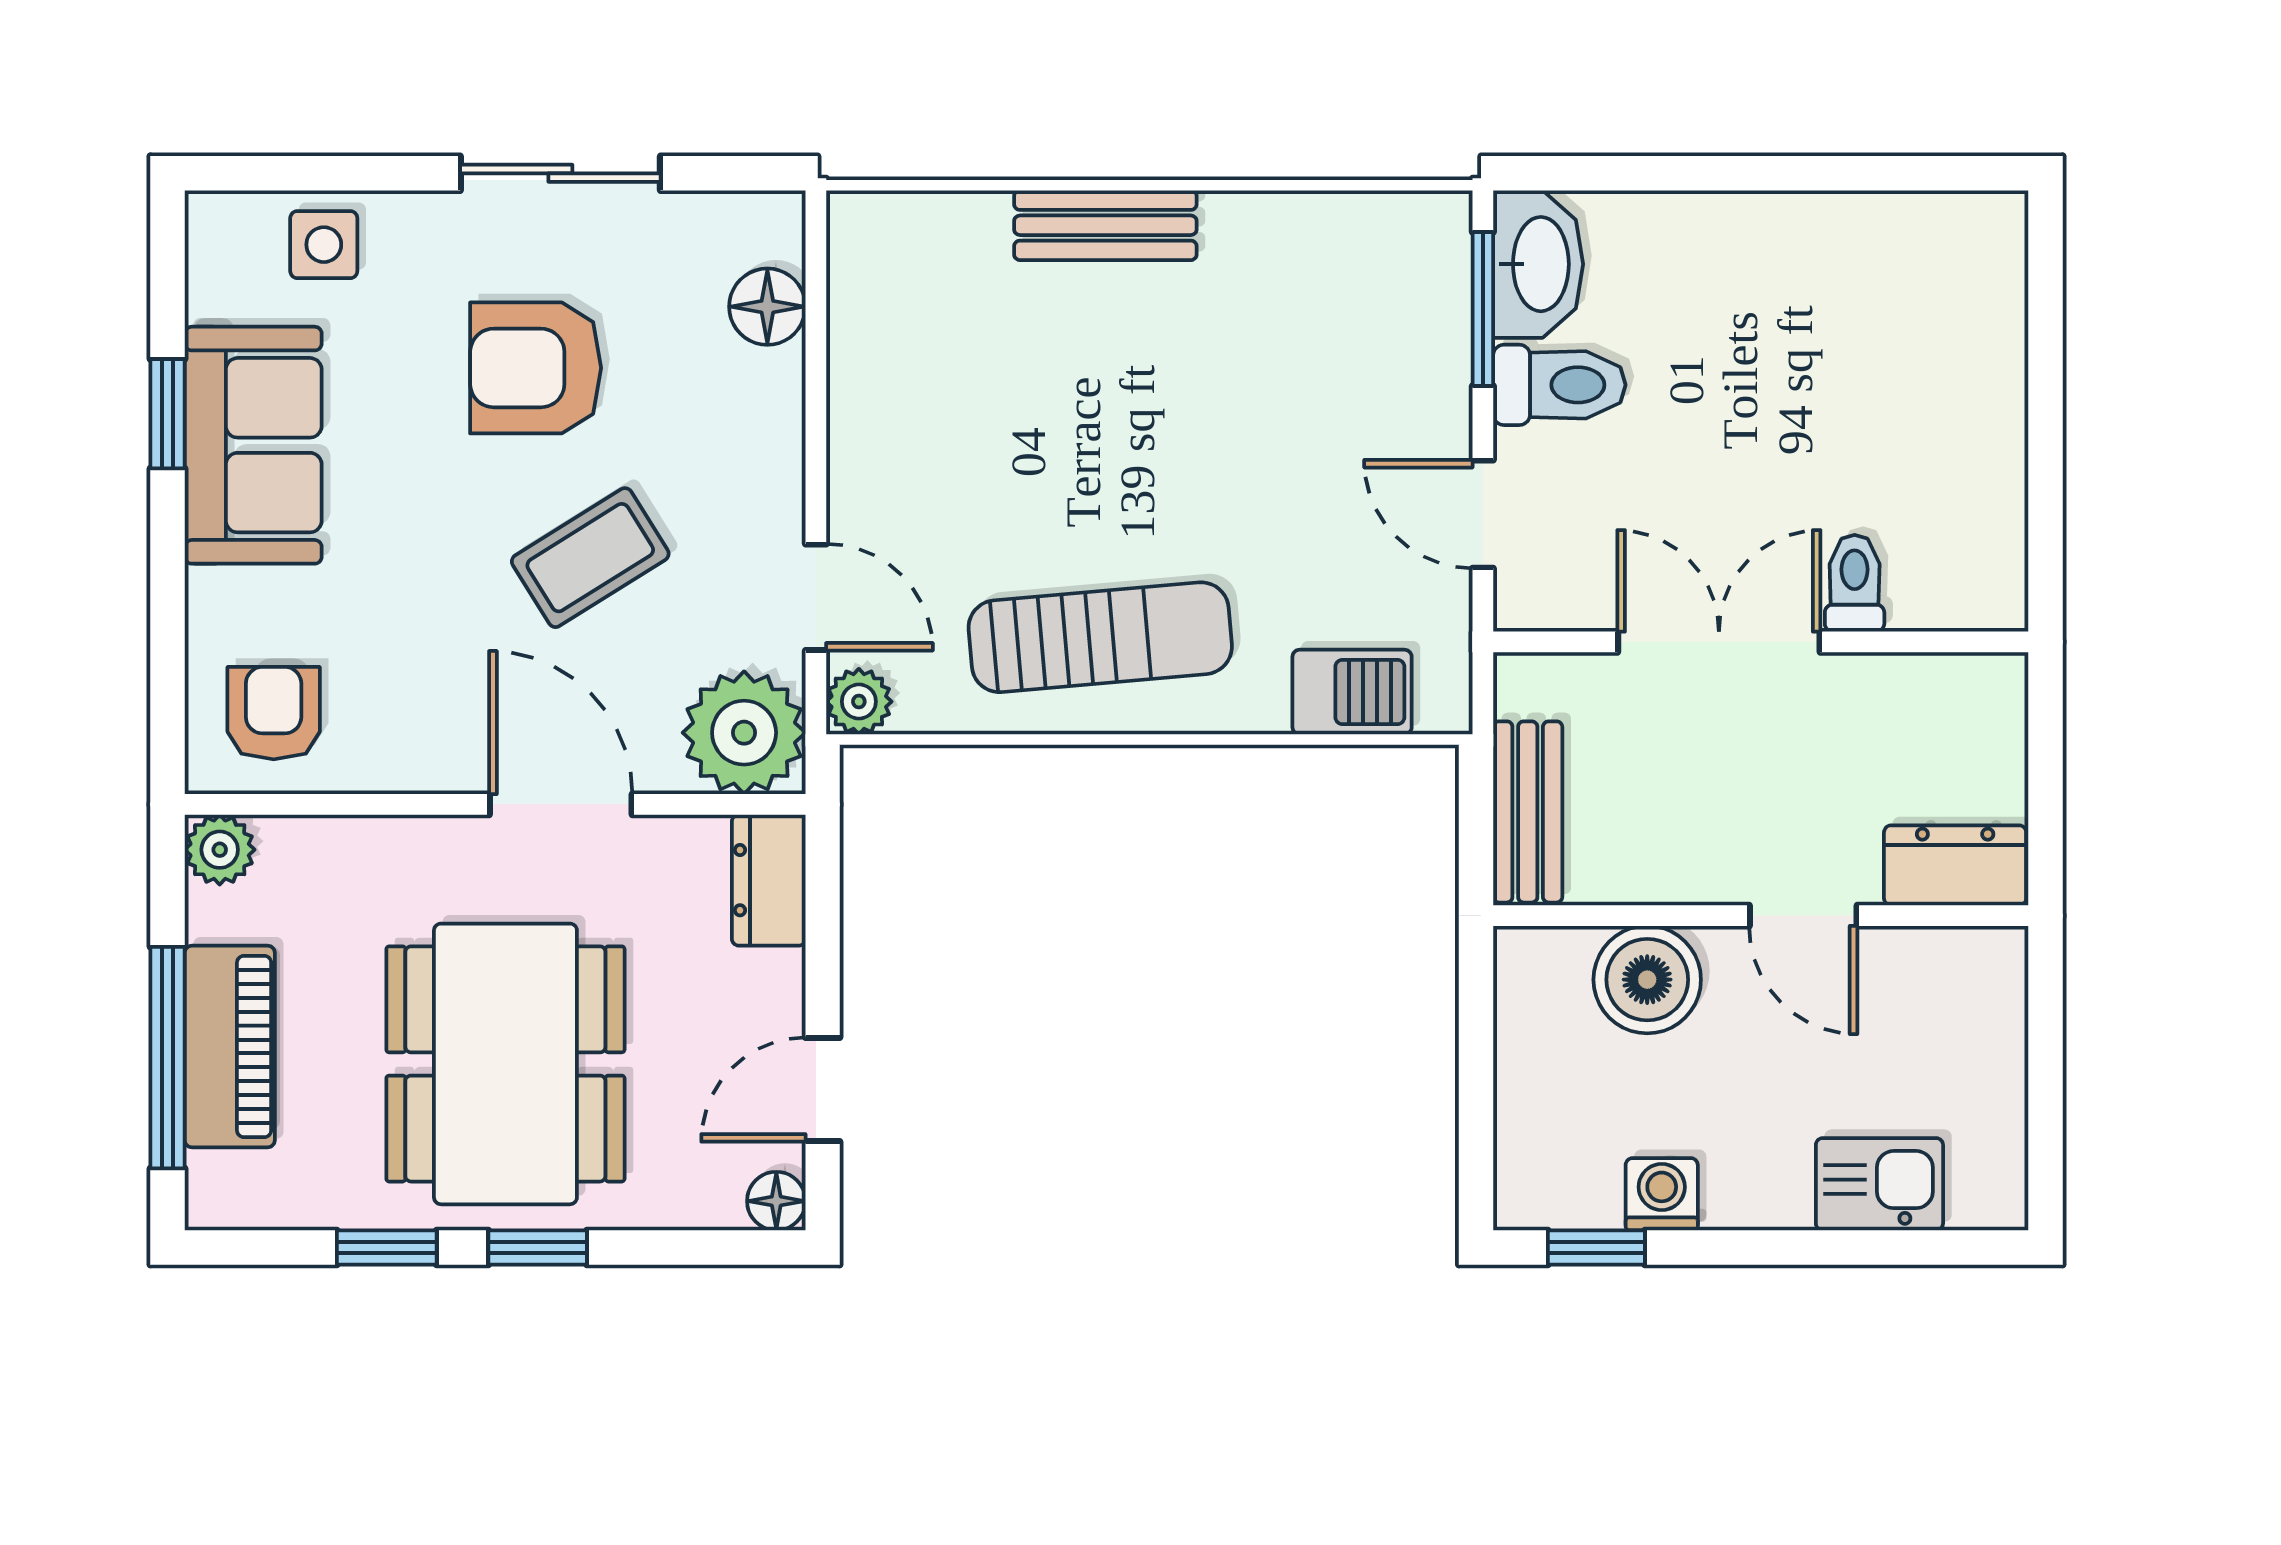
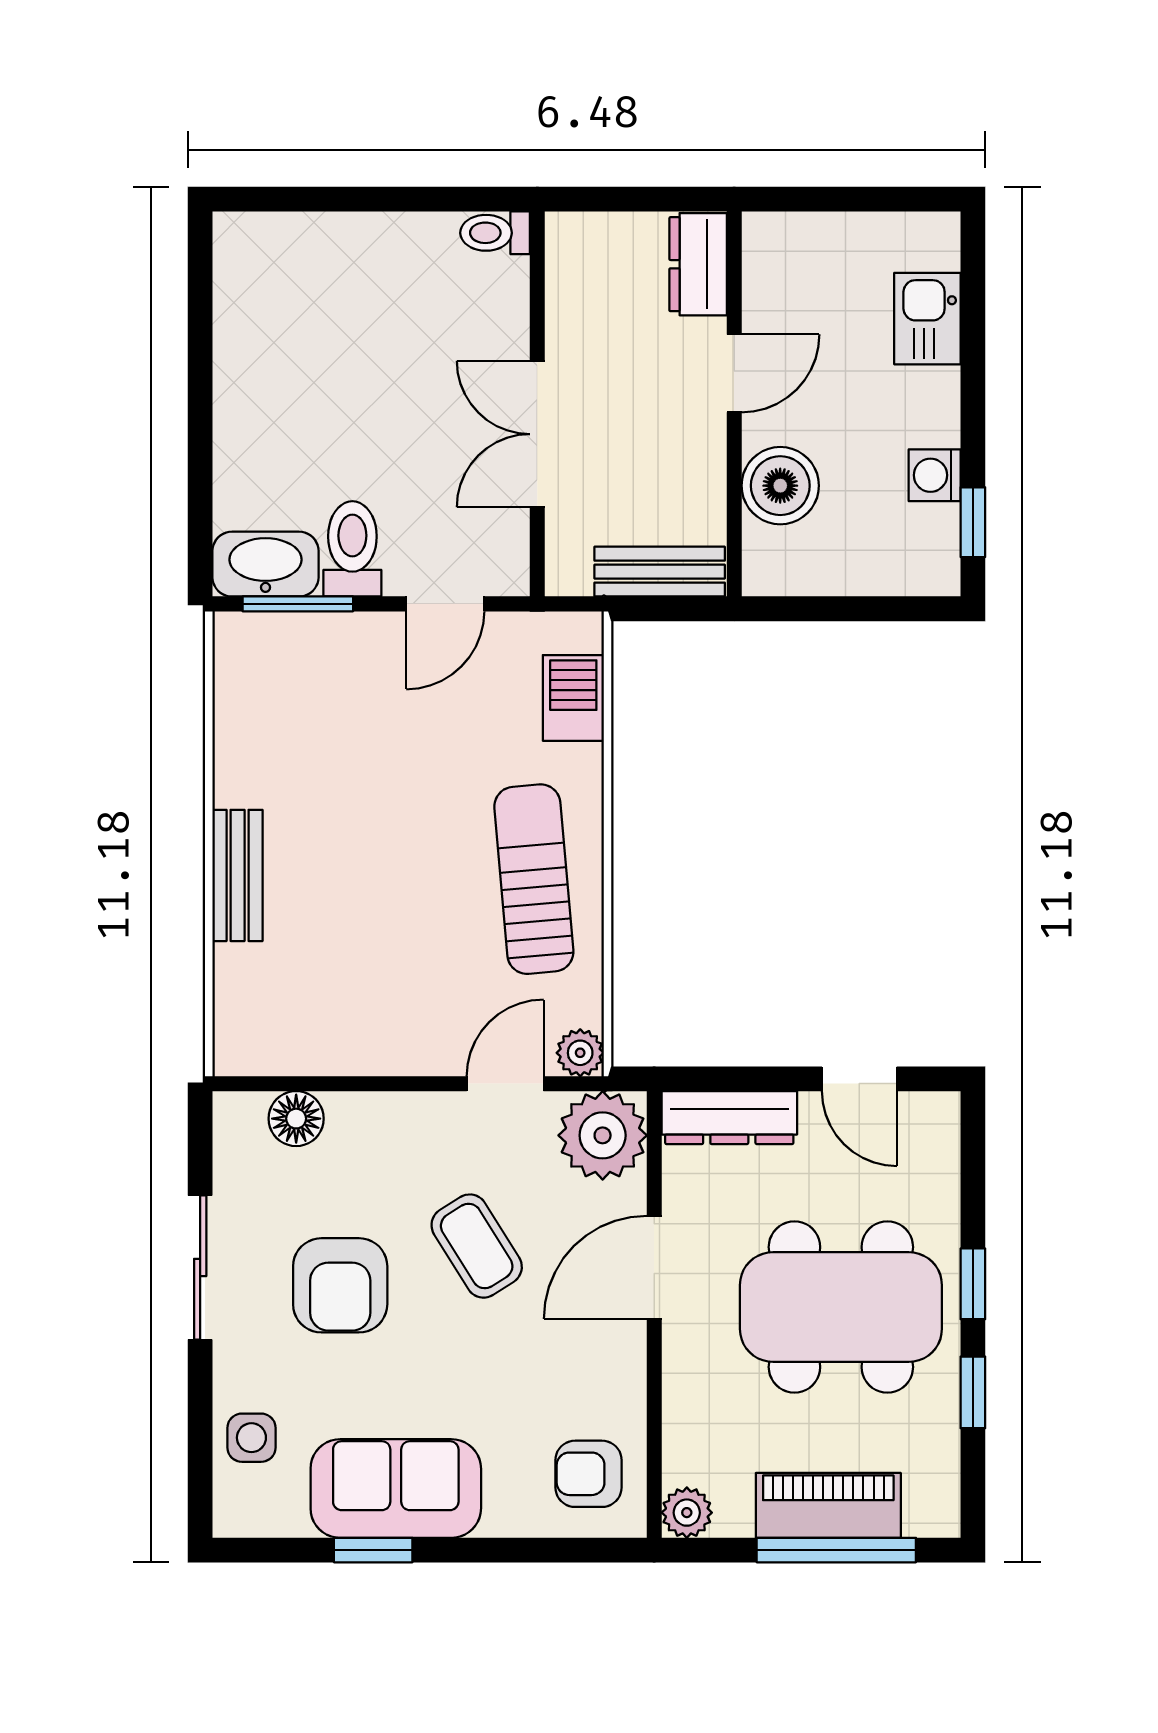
toilet: (1855, 583) -> (495, 233), moved
dresser: (769, 880) -> (729, 1118), width x1.44
floor lamp: (776, 1201) -> (940, 1112), removed

